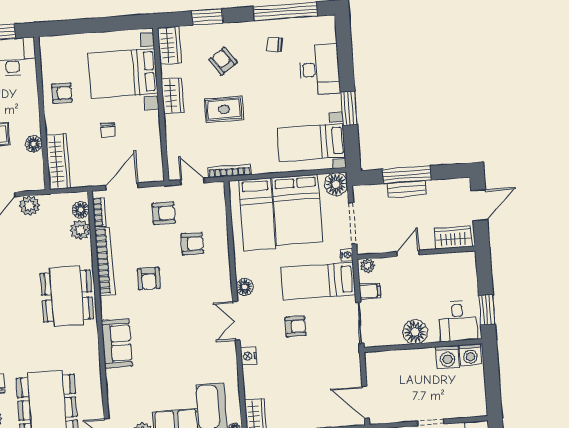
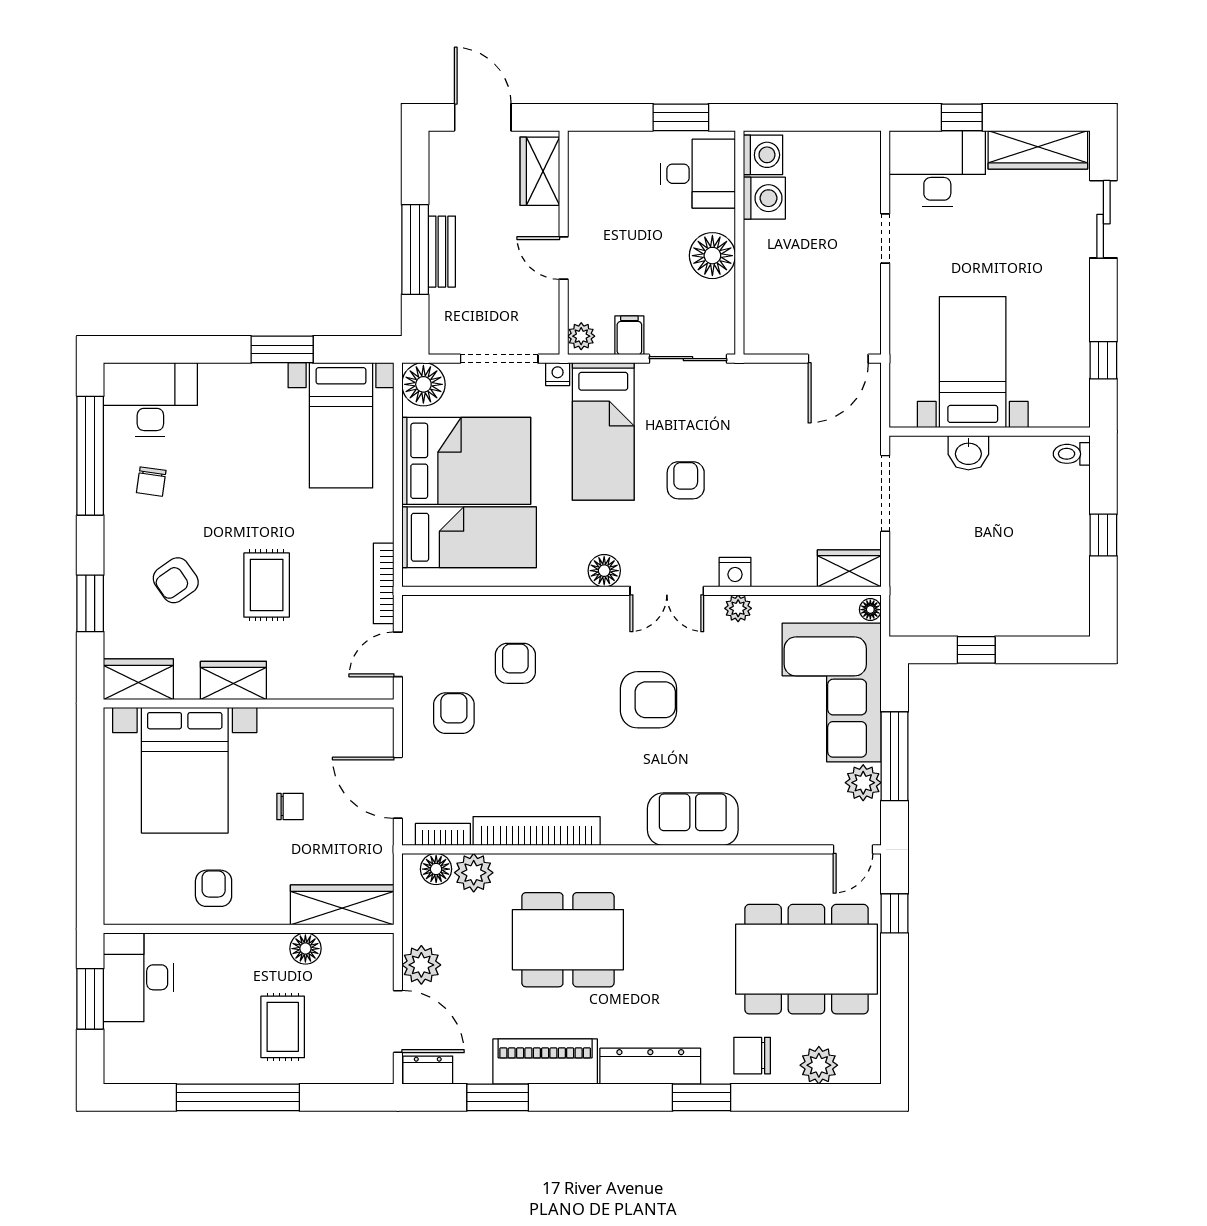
desk: (319, 69) -> (150, 400), moved
armchair: (149, 279) -> (649, 700), moved, width x1.38, depth x1.38
dining table: (67, 296) -> (568, 940), moved
plant: (230, 359) -> (738, 608), added

